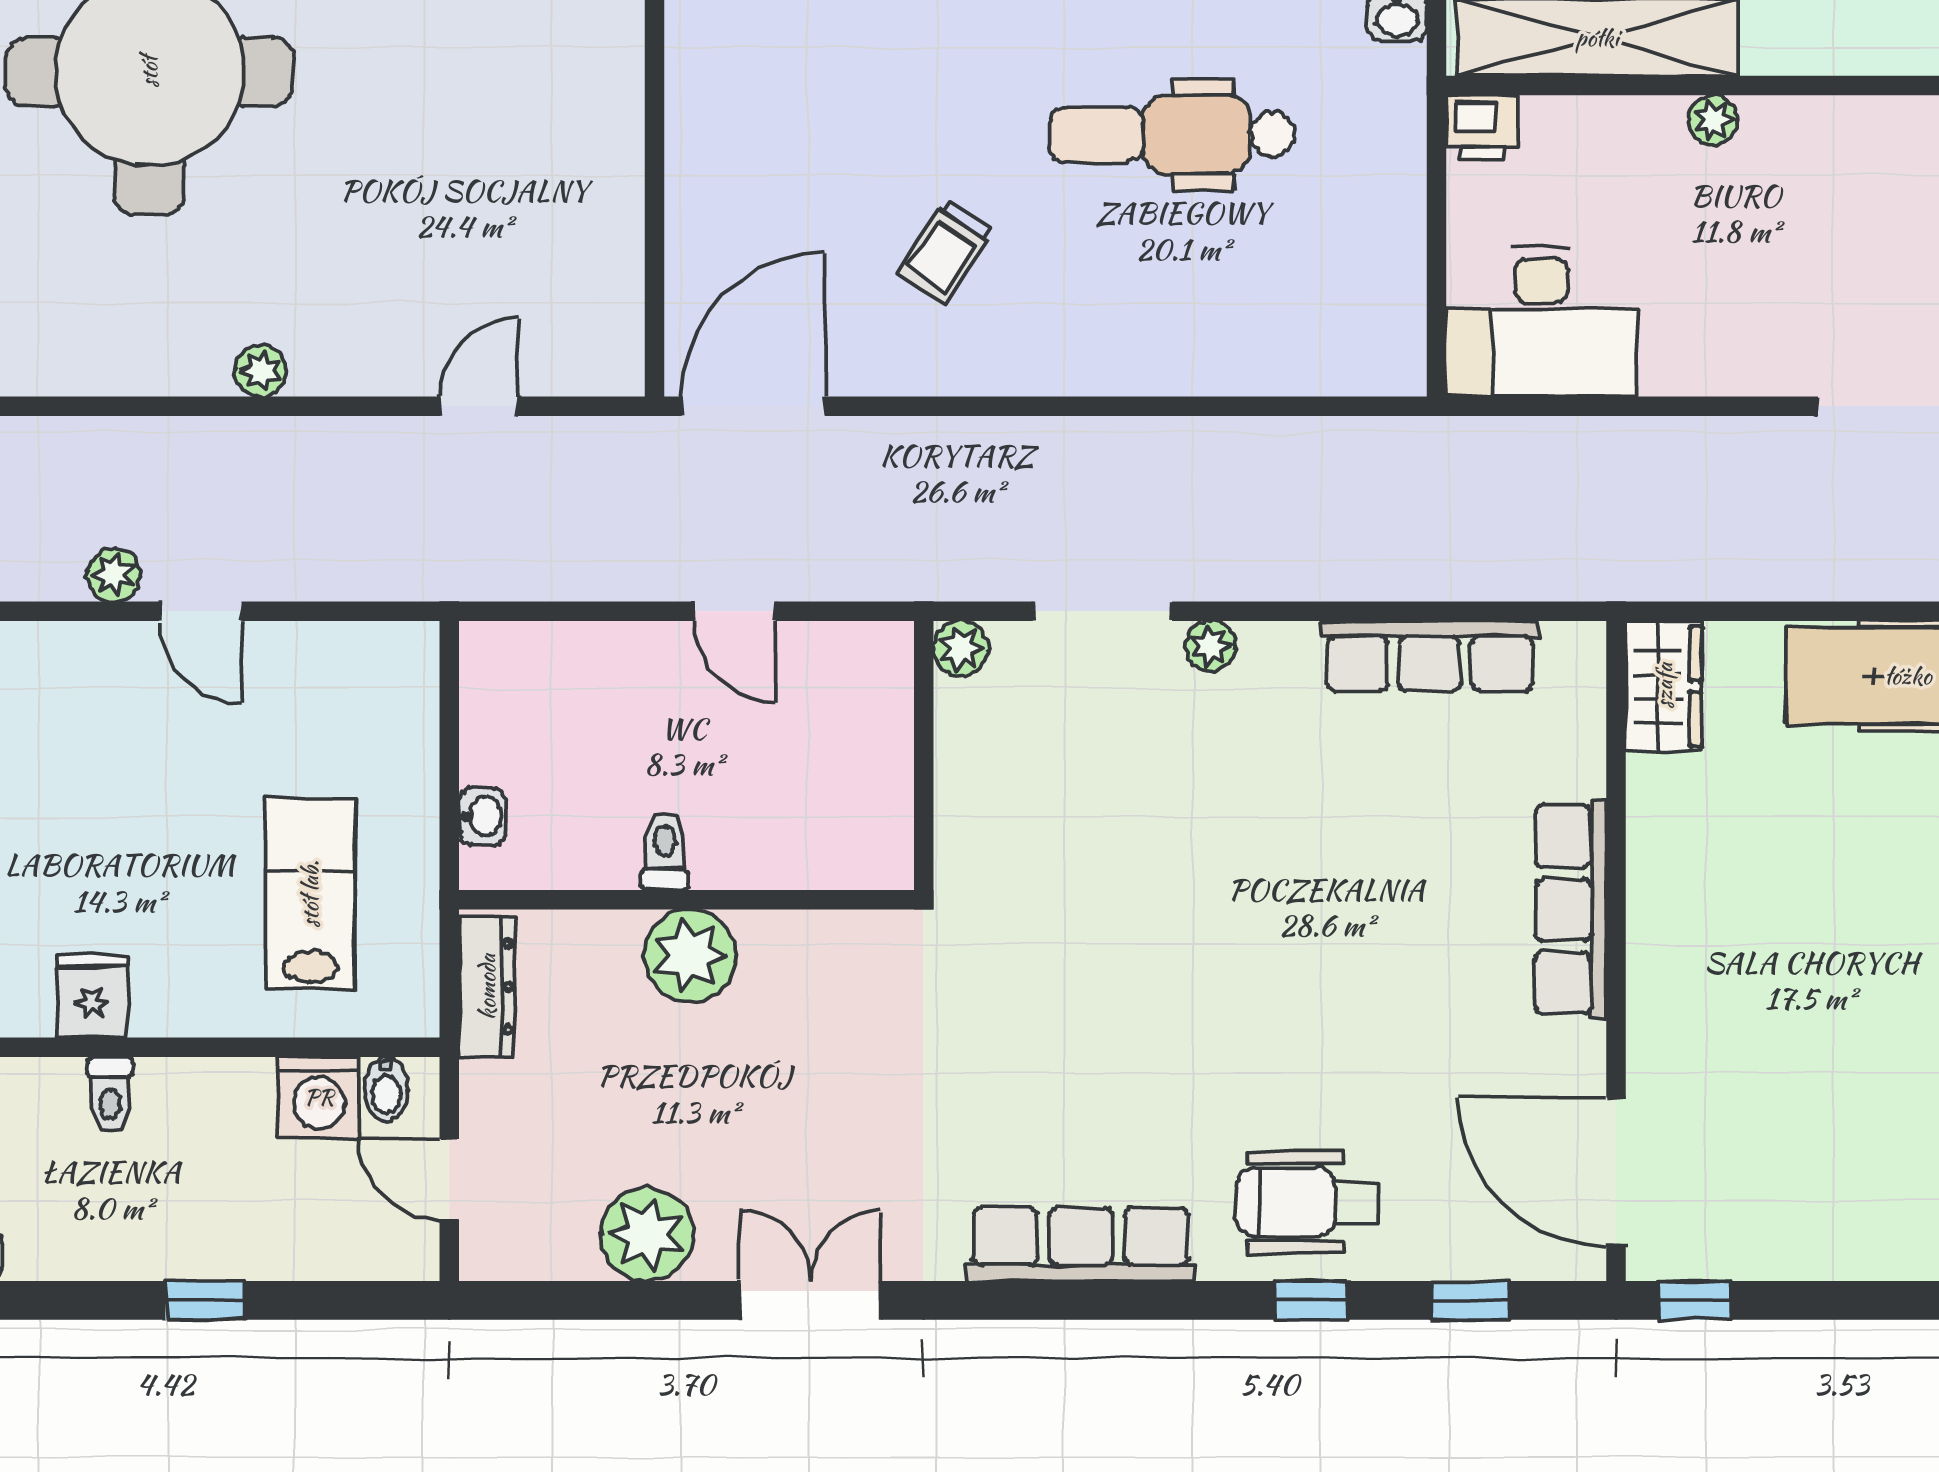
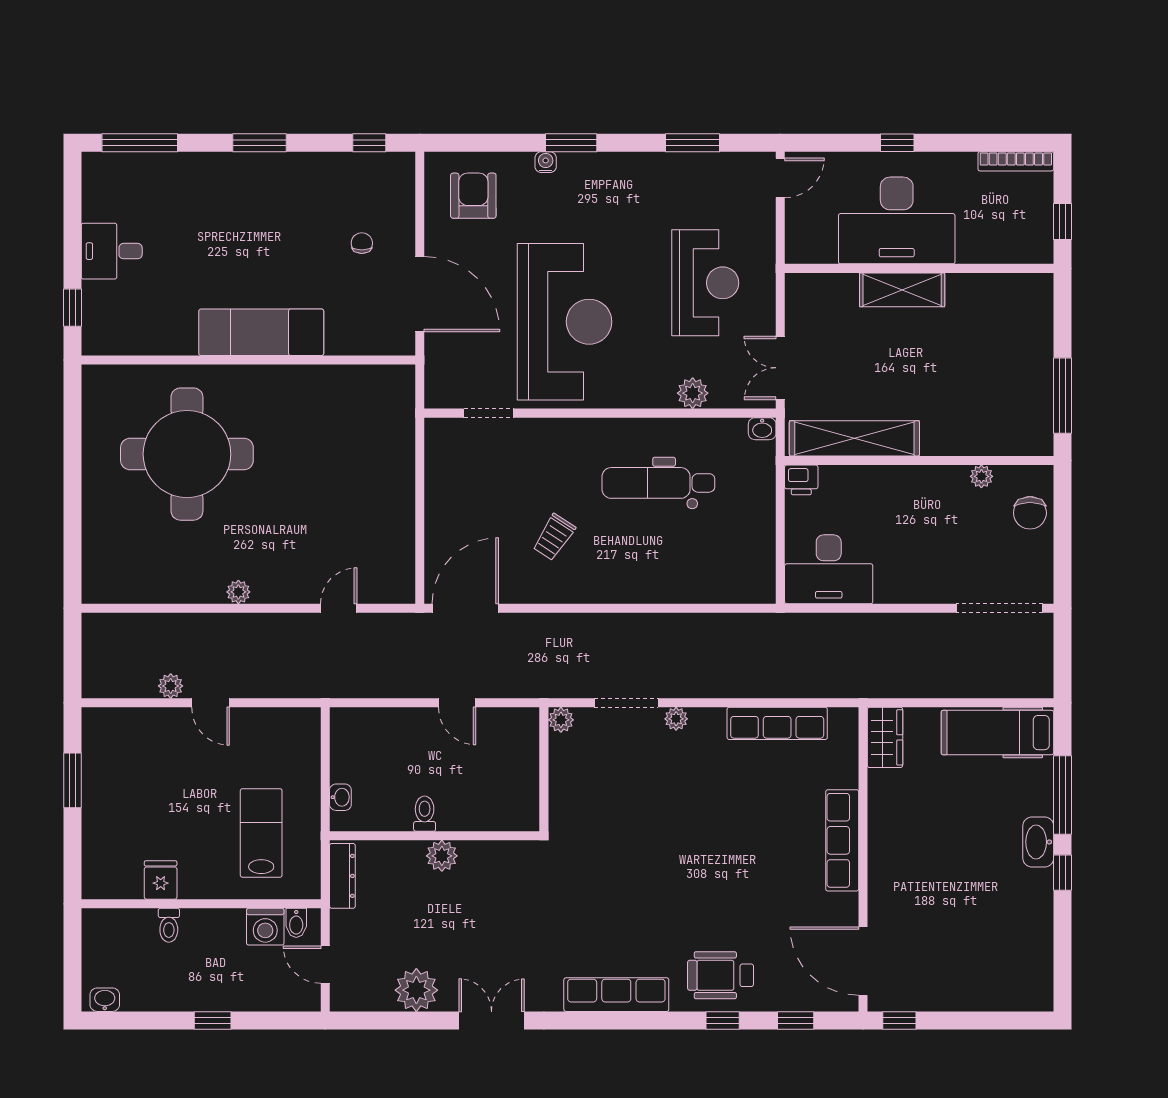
plant: (1713, 120) -> (981, 476), moved
plant: (690, 956) -> (442, 856), width x0.73, depth x0.73

